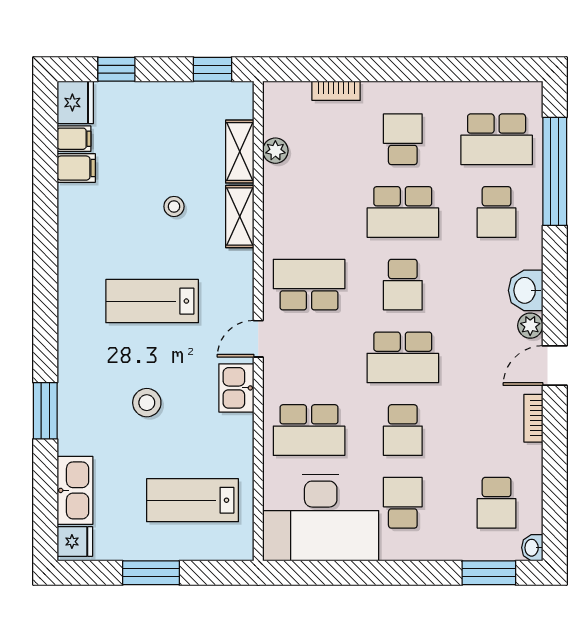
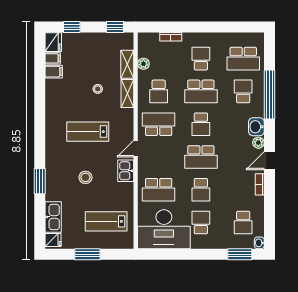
window: (555, 171) -> (269, 94), moved
school desk: (309, 212) -> (159, 91), added
school desk: (497, 212) -> (243, 91), turned 180

